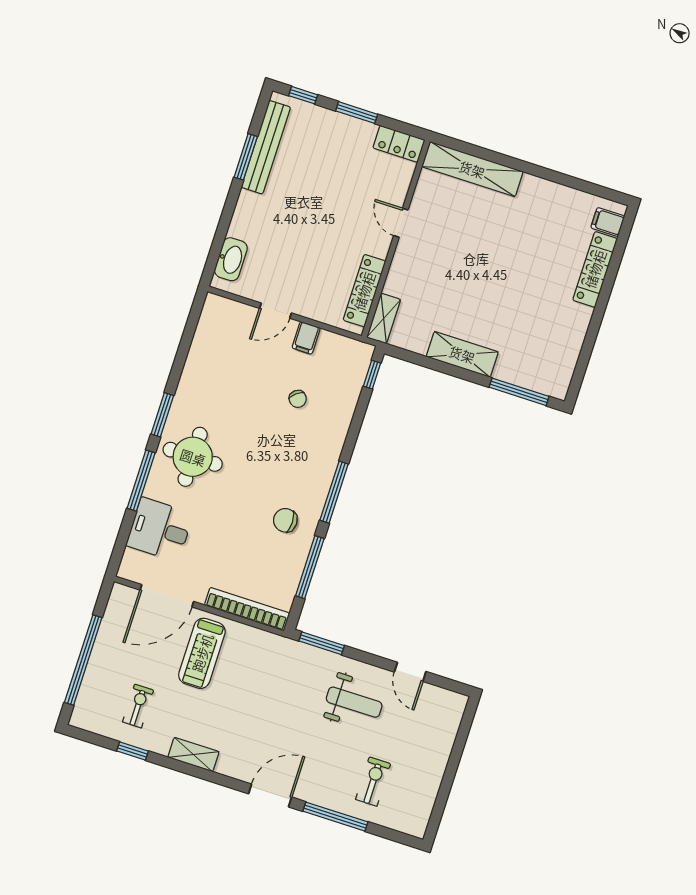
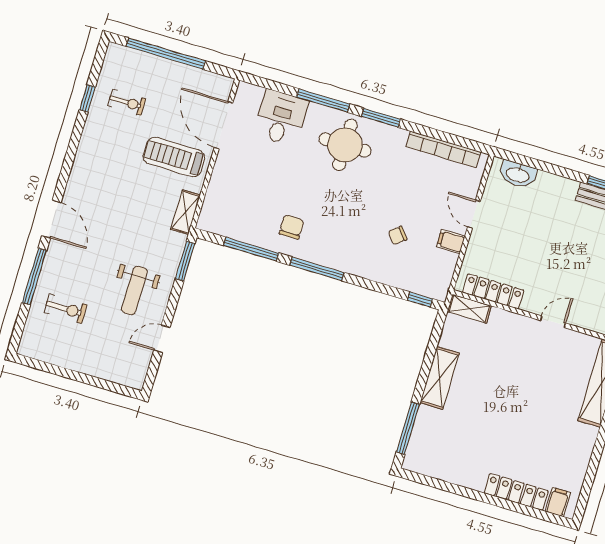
bookcase: (247, 609) -> (443, 149), moved, turned 90
shelving: (193, 754) -> (186, 212), moved

